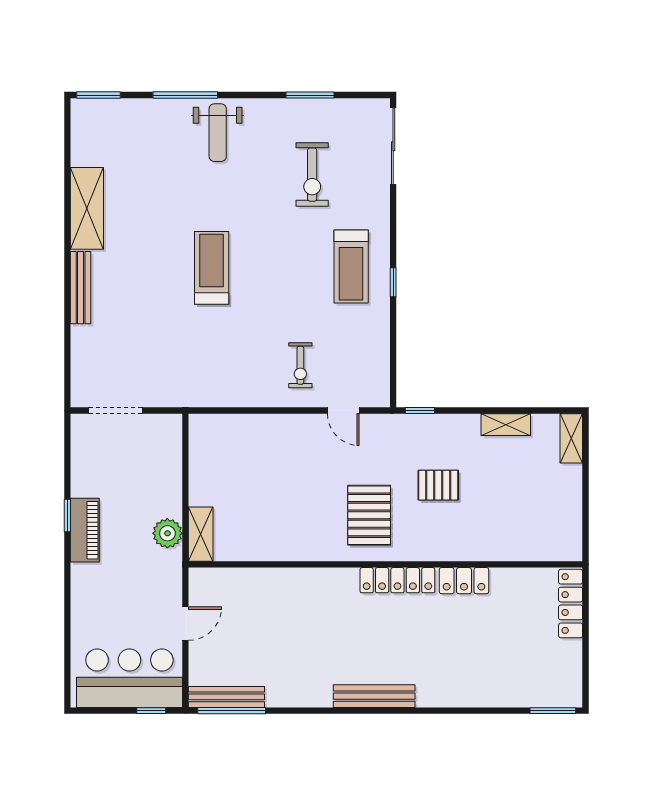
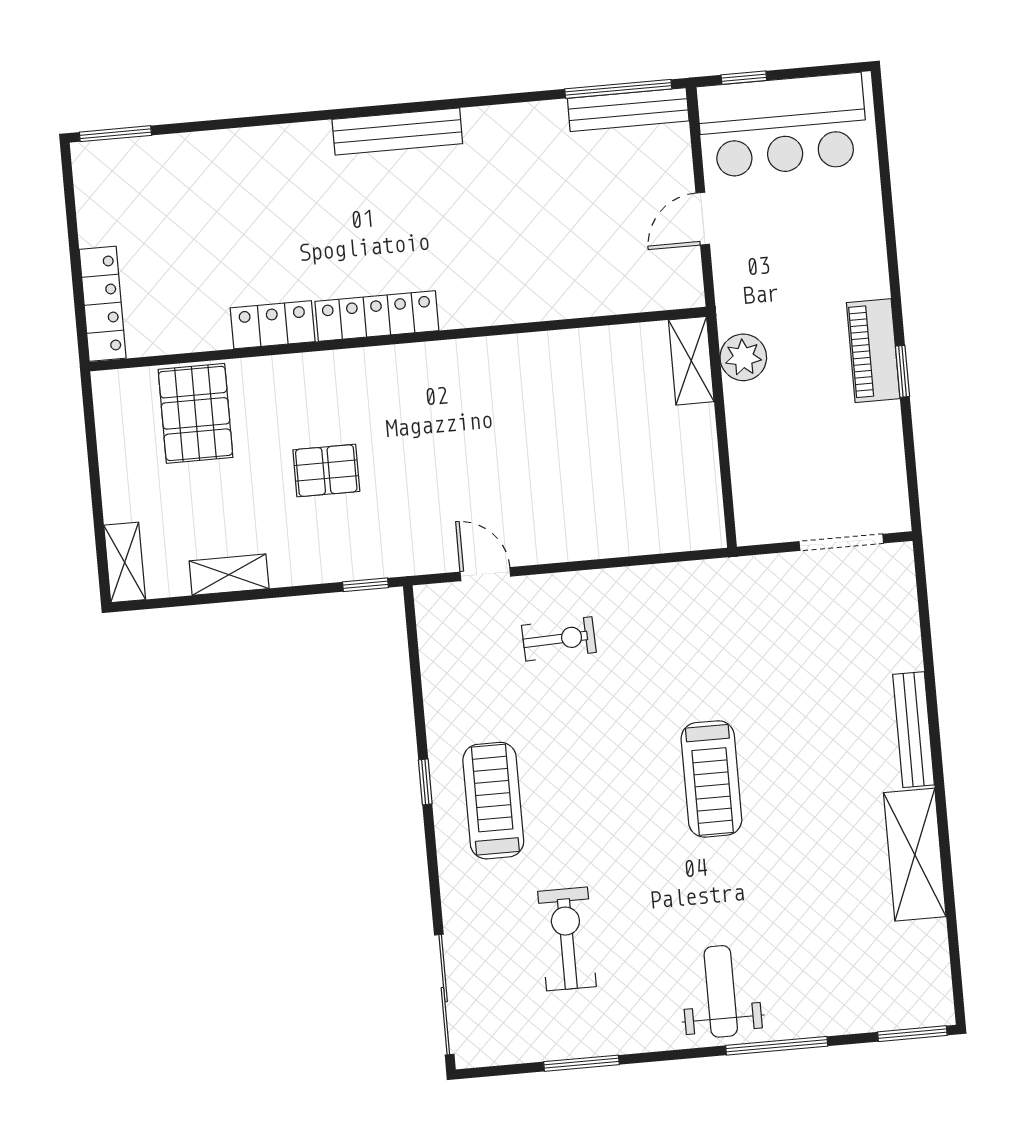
exercise bike: (300, 365) -> (559, 639), turned 88
pallet: (369, 515) -> (196, 413), moved

